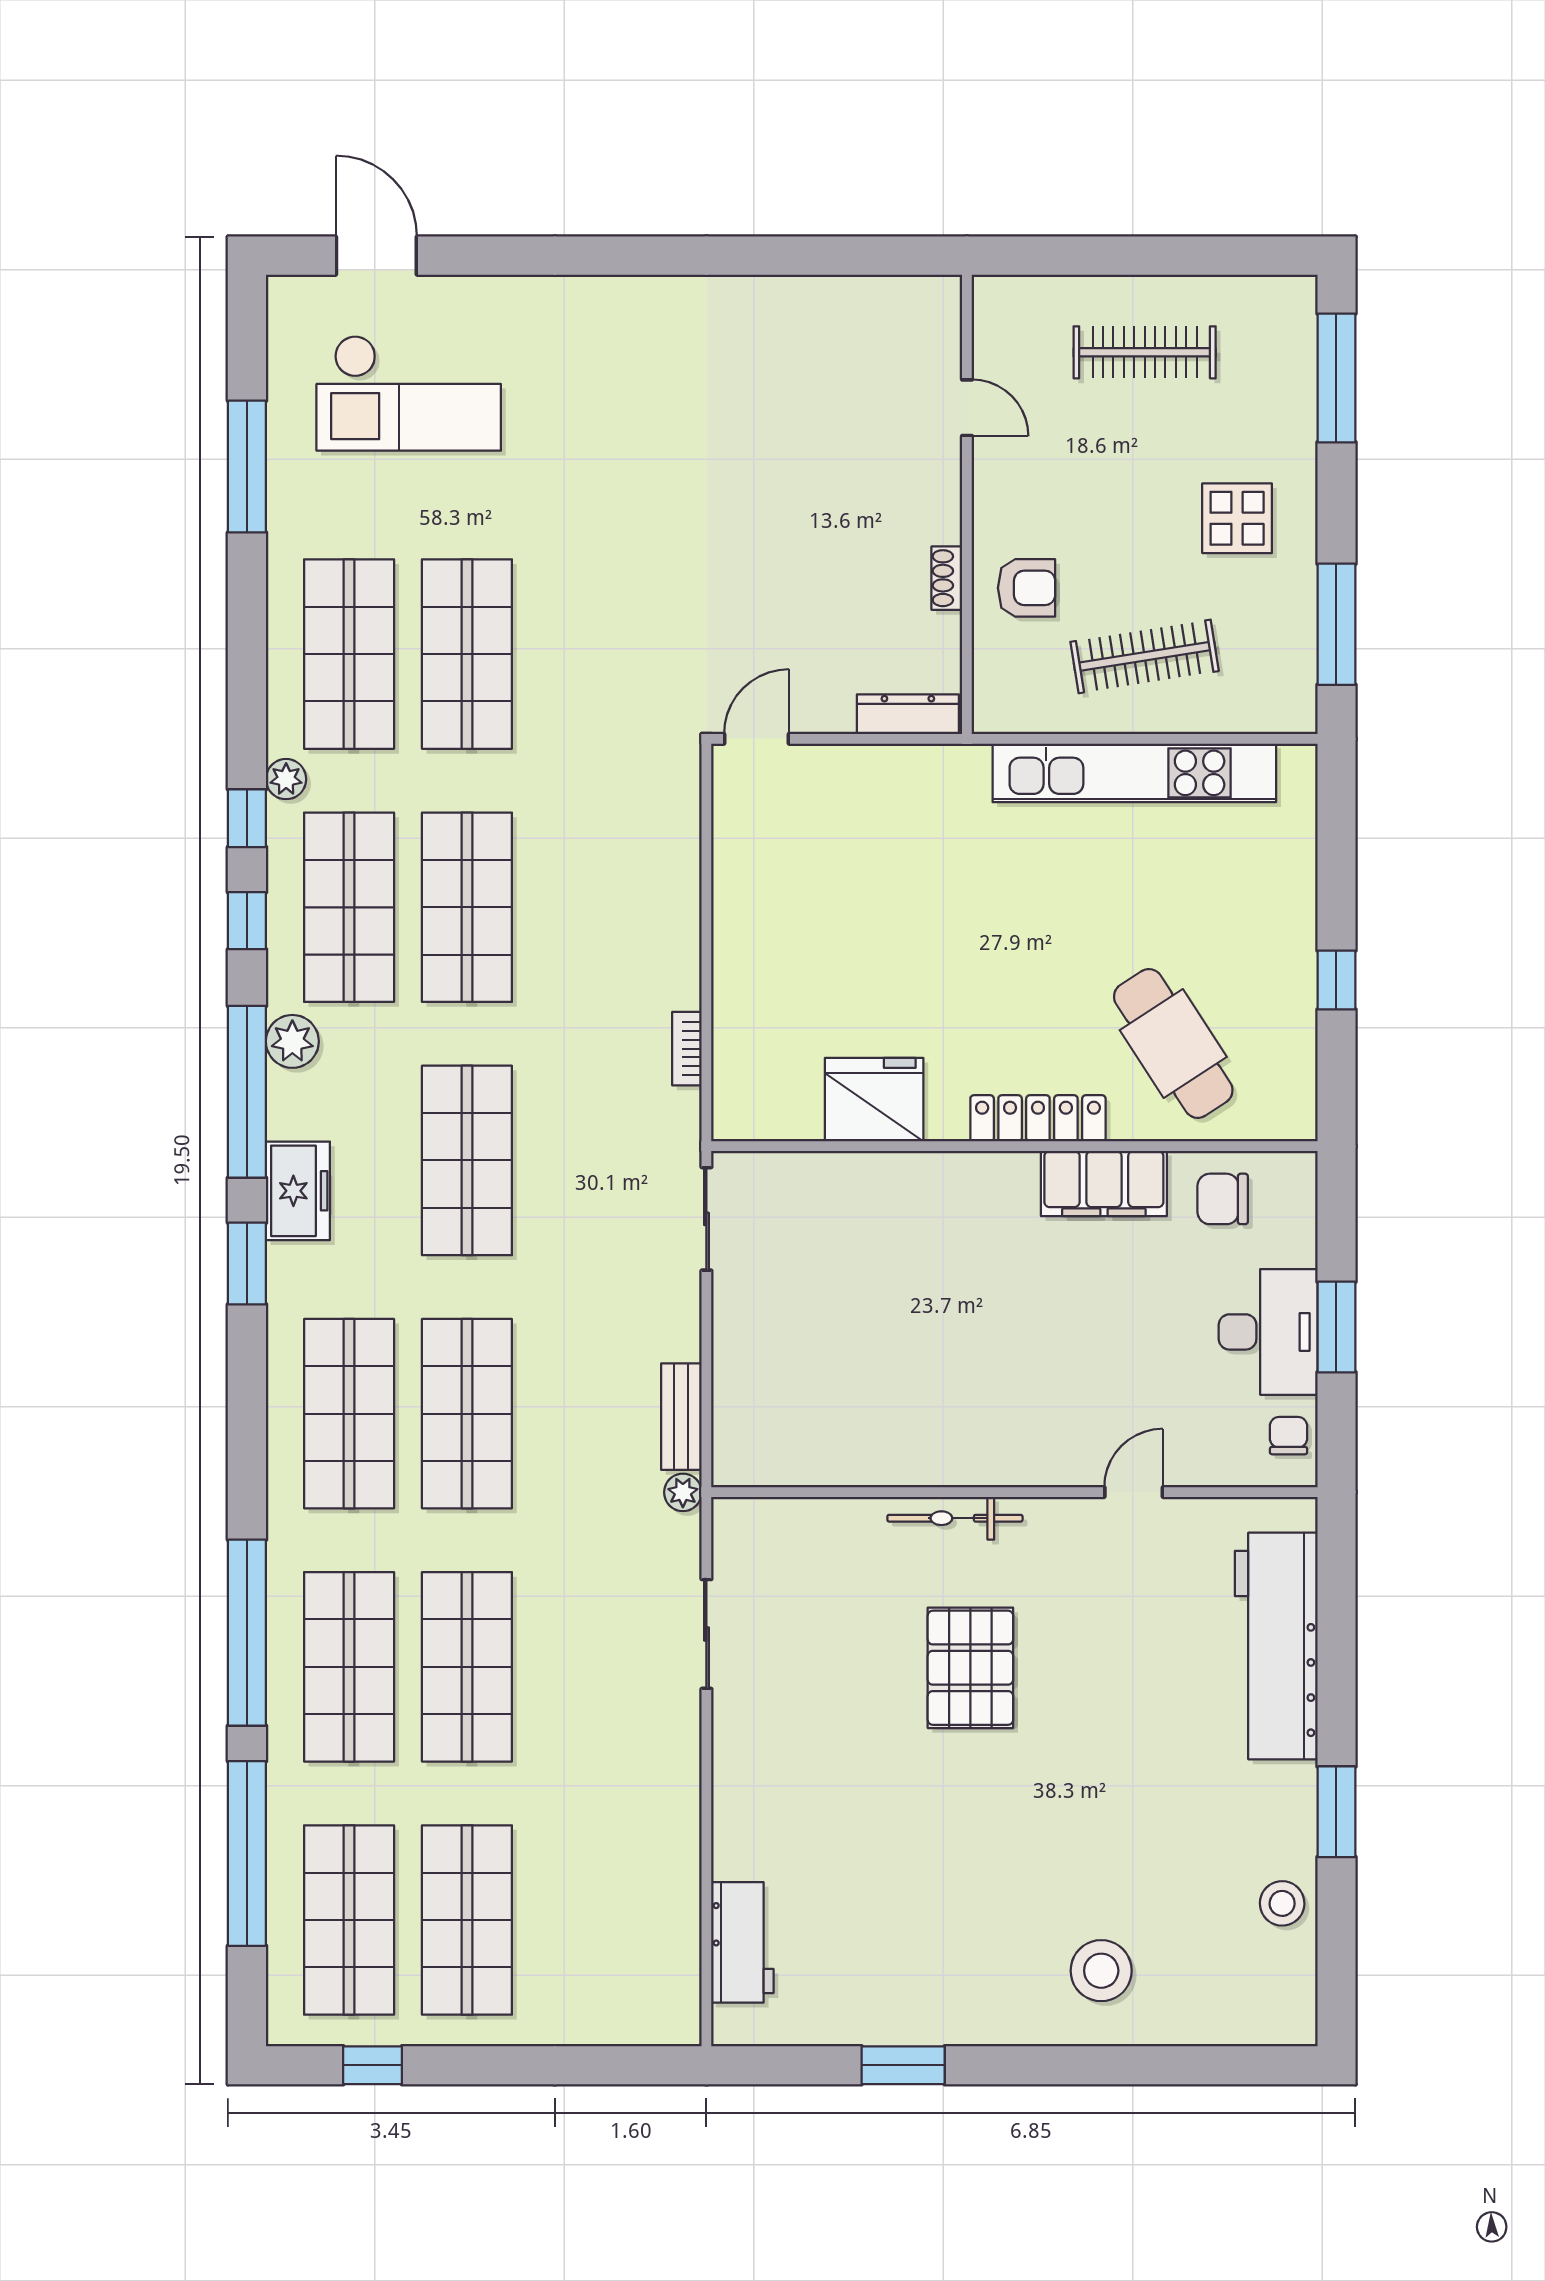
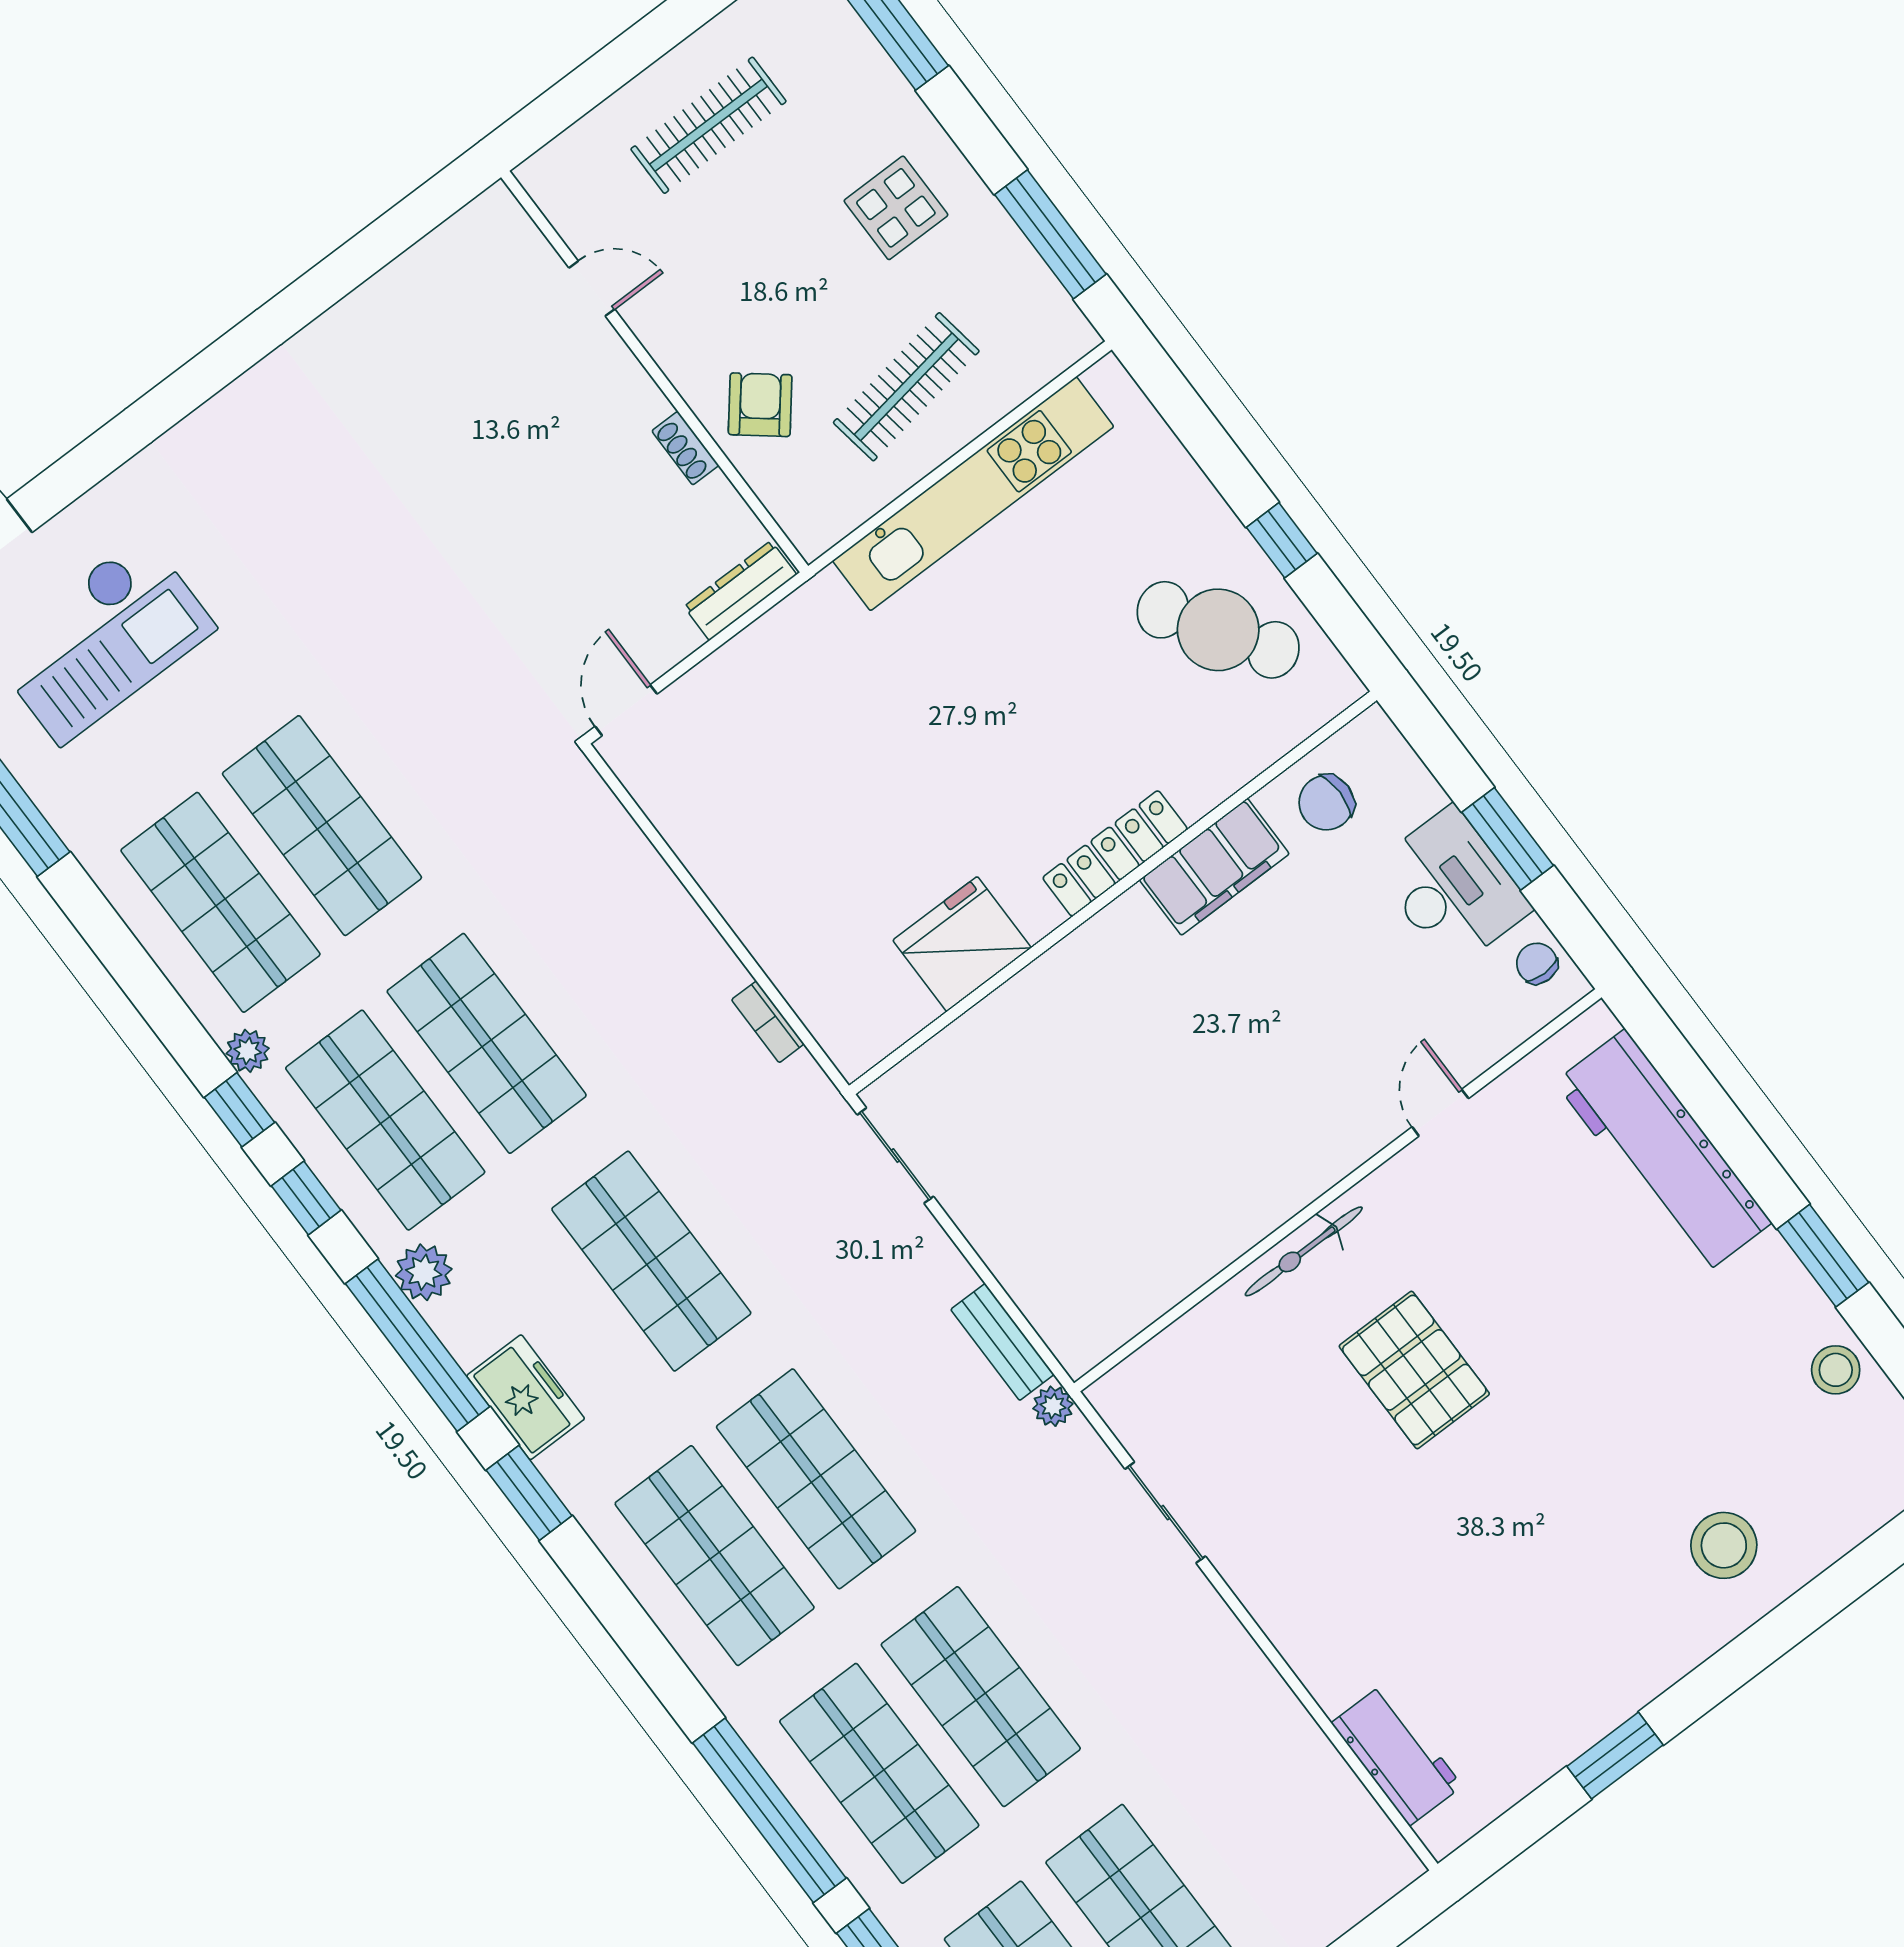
armchair: (1026, 588) -> (760, 405), turned -51
cafe table: (1173, 1043) -> (1218, 630), moved

